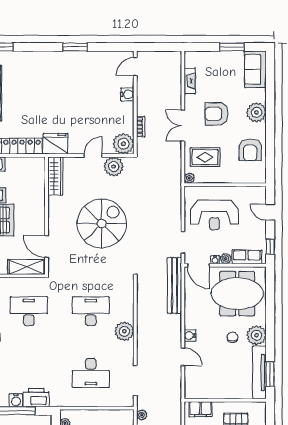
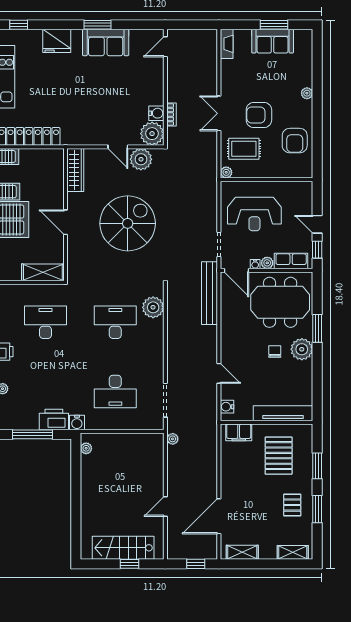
sofa: (82, 63) -> (106, 43), added
sofa: (255, 69) -> (273, 41), moved, turned -90
fireplace: (190, 81) -> (227, 44), moved
water cooler: (127, 94) -> (156, 113), moved
plant: (256, 112) -> (307, 93), width x0.53, depth x0.53
armchair: (216, 114) -> (259, 115), moved
fridge: (55, 144) -> (57, 41), moved, turned 180
door: (93, 155) -> (118, 147), swing flipped
door: (270, 212) -> (317, 224), moved
door: (47, 247) -> (66, 222), moved
plant: (124, 331) -> (153, 307), moved
water cooler: (190, 336) -> (227, 407), moved
tv unit: (259, 372) -> (283, 413), moved, turned 90
window: (270, 374) -> (317, 328), moved
water cooler: (16, 400) -> (77, 422), moved

